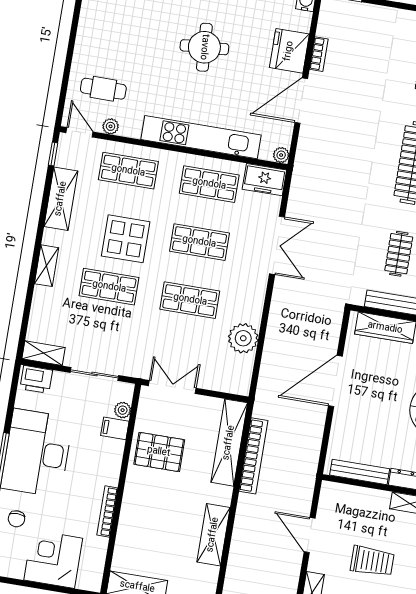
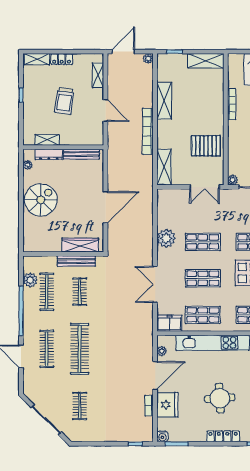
plant: (281, 155) -> (162, 351), moved
plant: (243, 338) -> (166, 238), moved
plant: (123, 410) -> (233, 180), moved
filing cabinet: (115, 428) -> (236, 156), removed
shelving: (229, 443) -> (164, 167), width x0.68
bookcase: (253, 456) -> (148, 131), moved
trolley: (372, 561) -> (64, 101), turned -82

